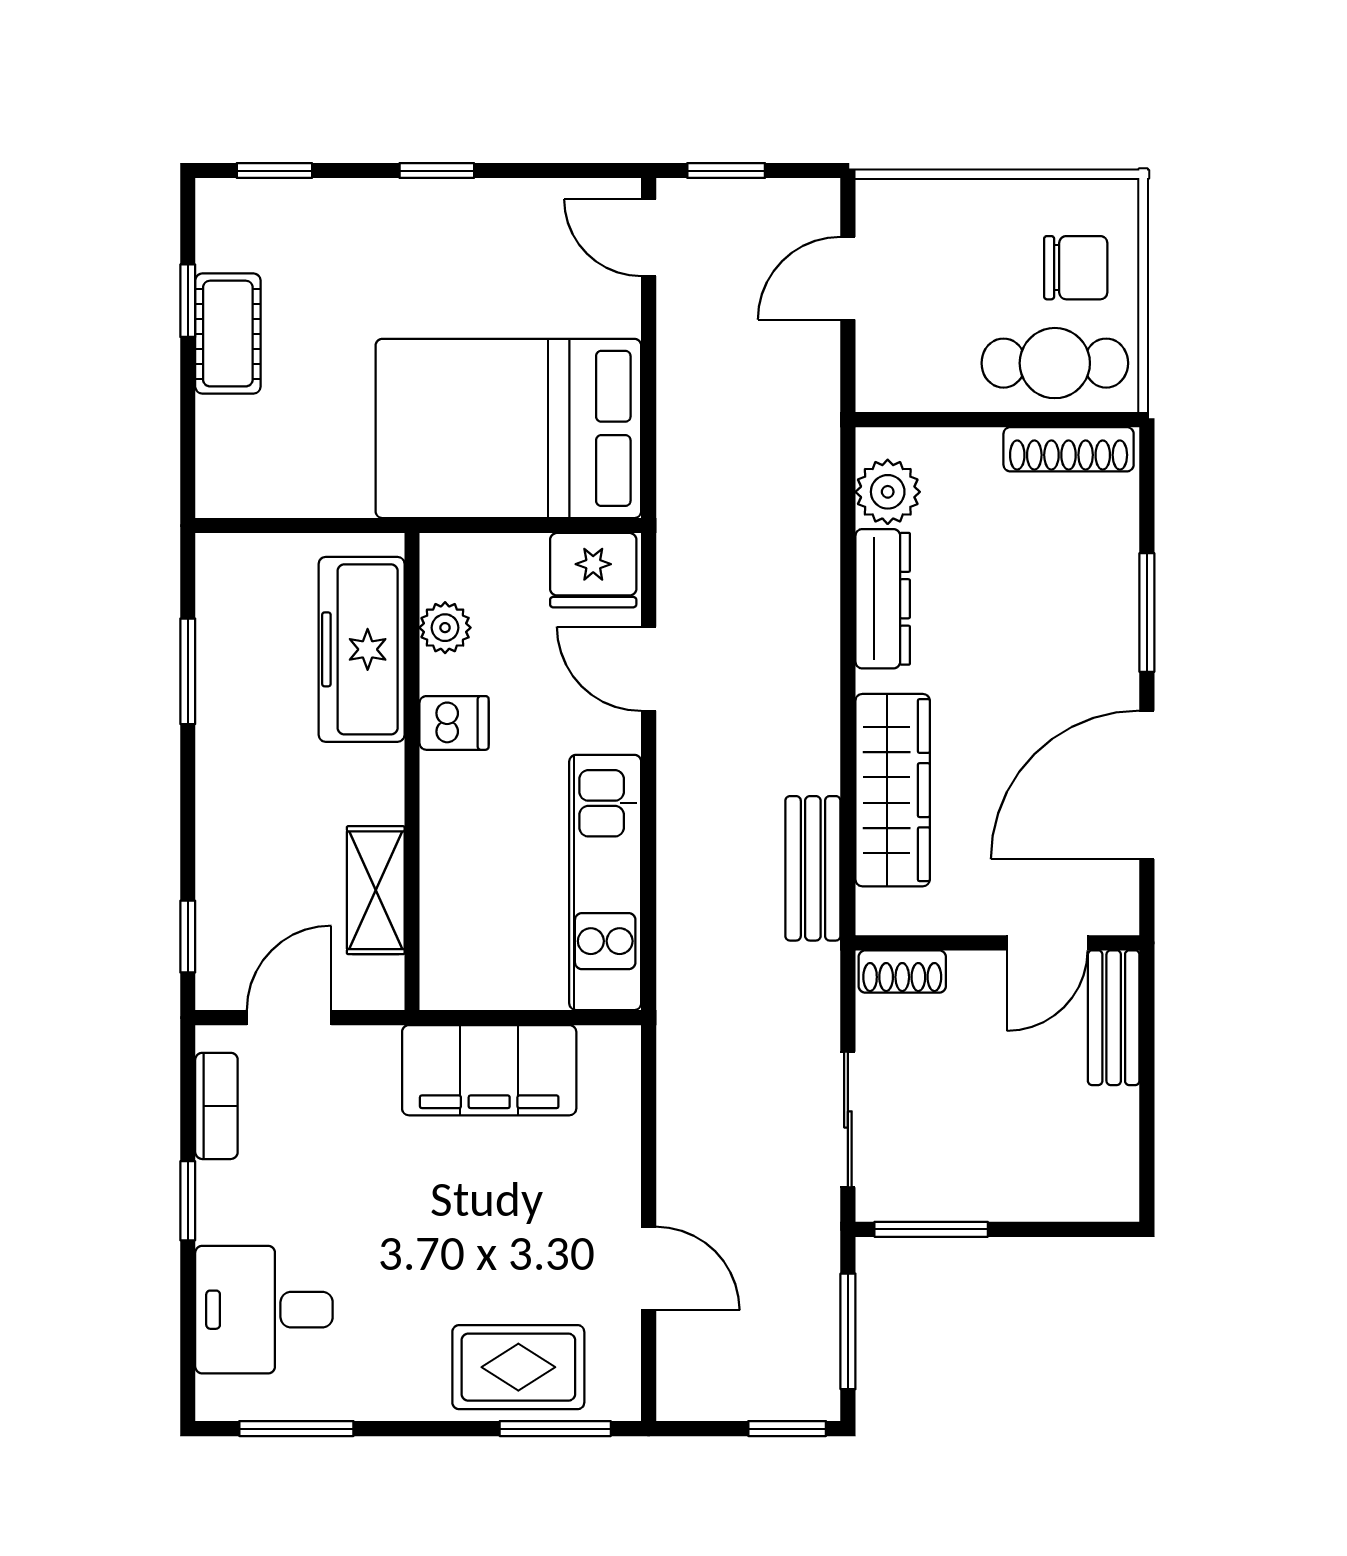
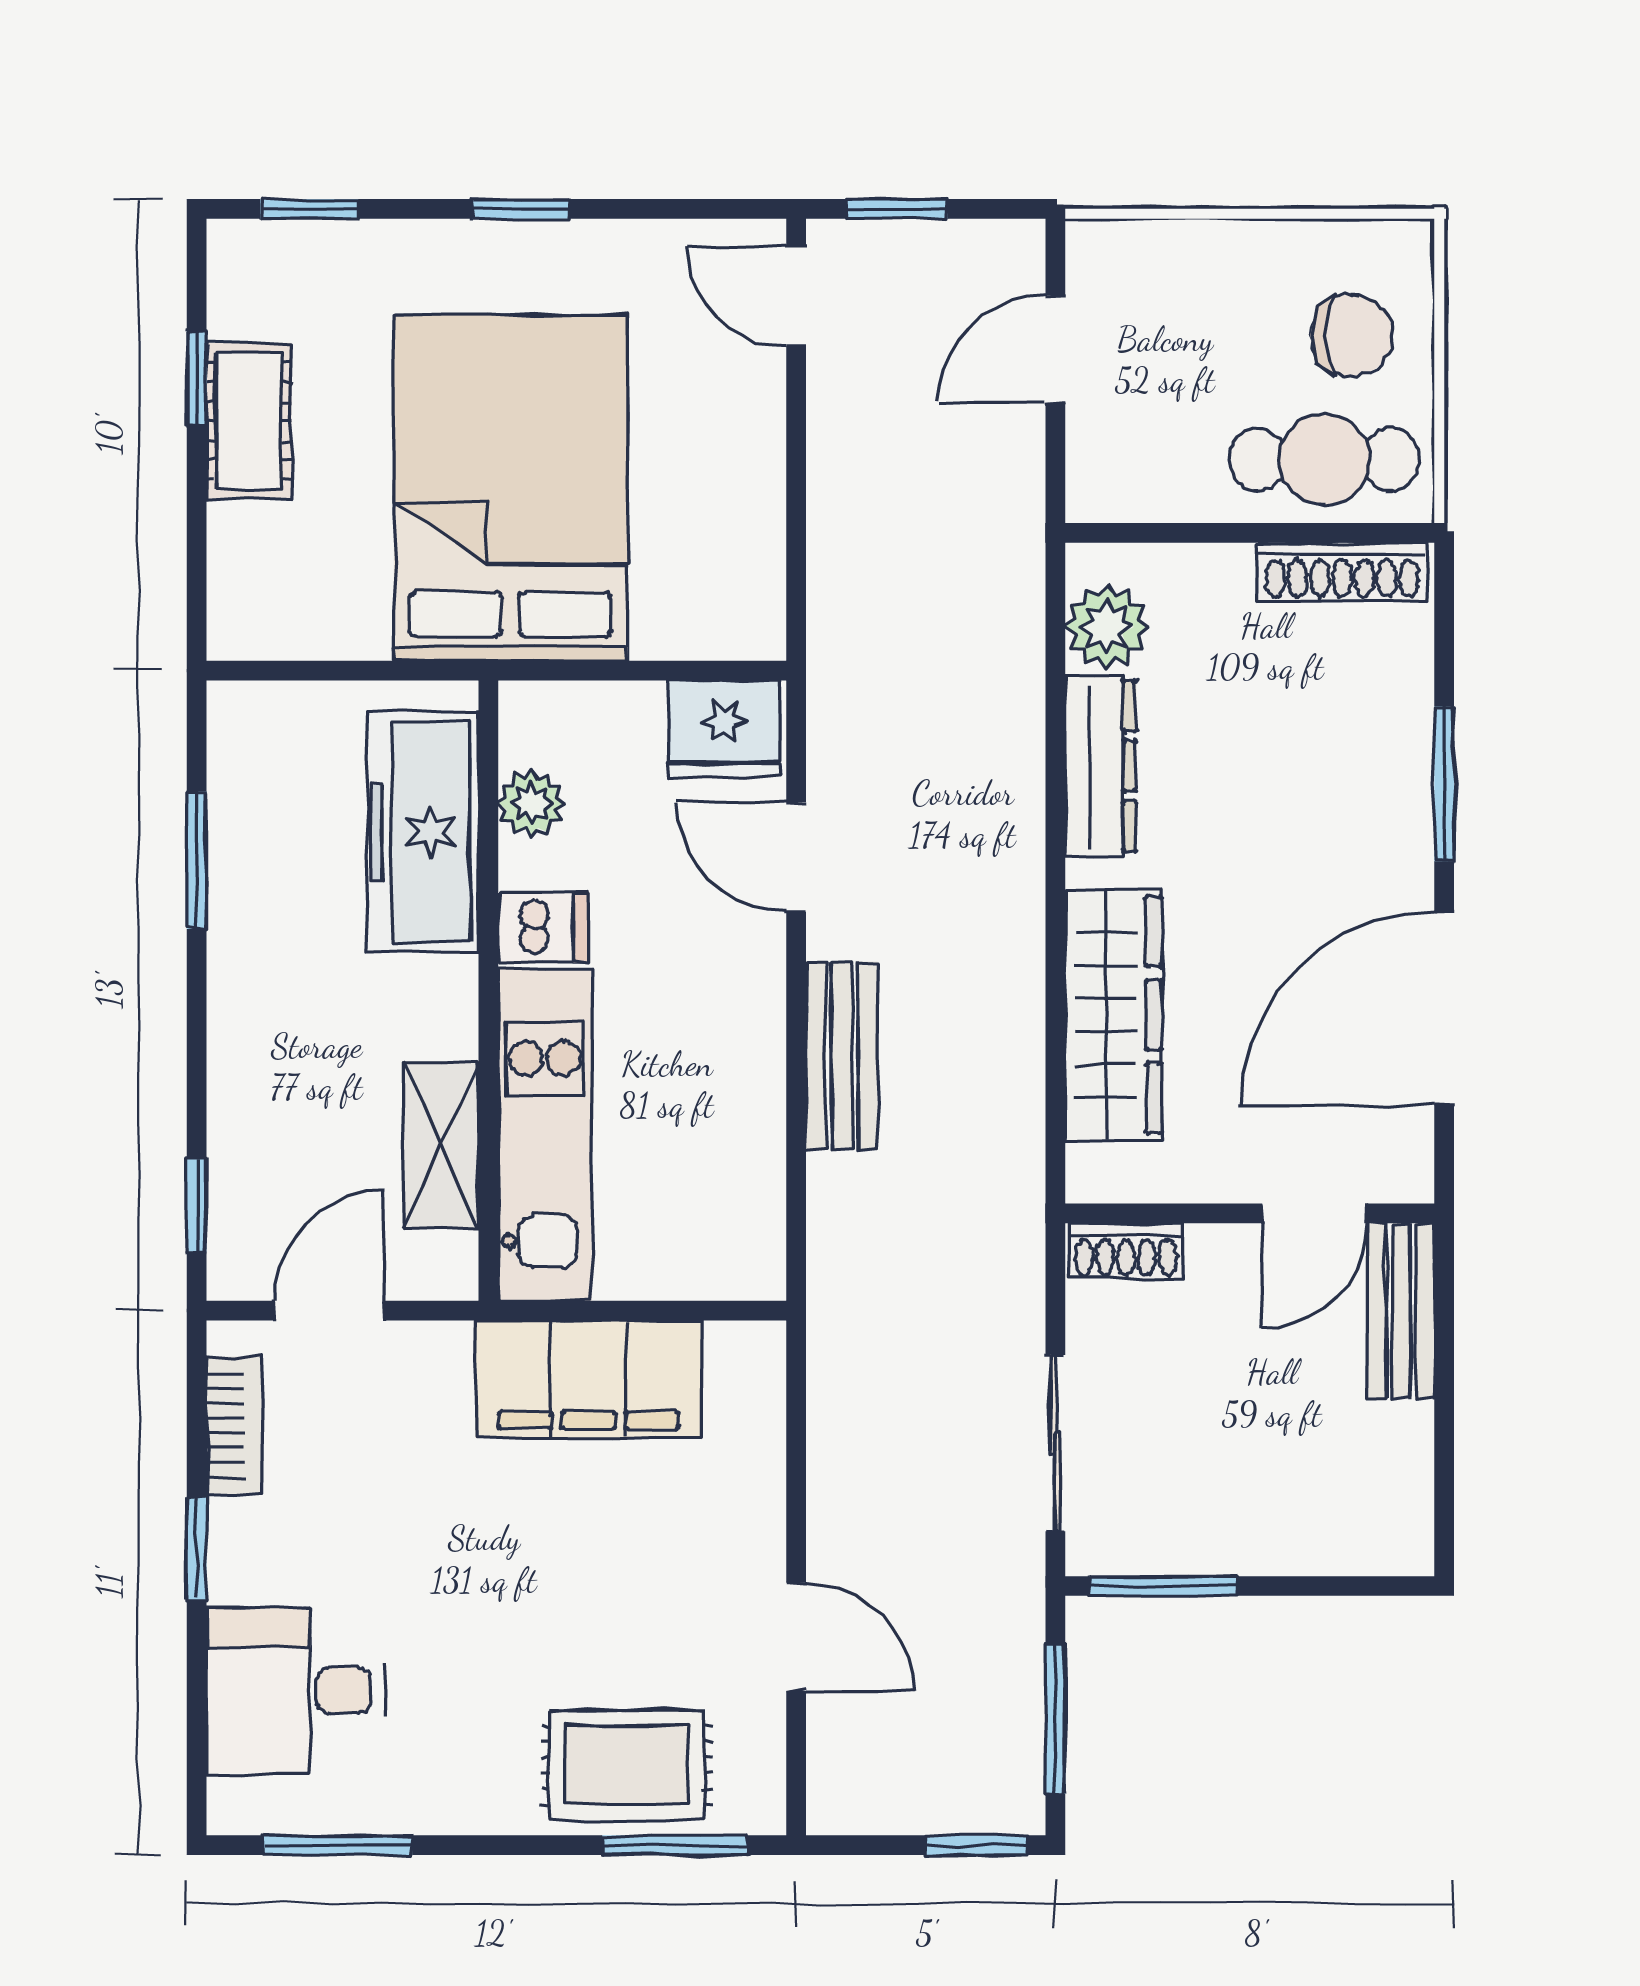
bed: (508, 428) -> (511, 488), moved, turned 90
bench: (813, 868) -> (842, 1055), moved
kitchen unit: (605, 882) -> (545, 1135), moved, turned 180

